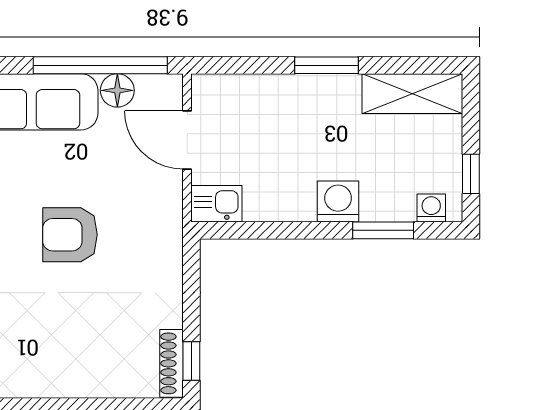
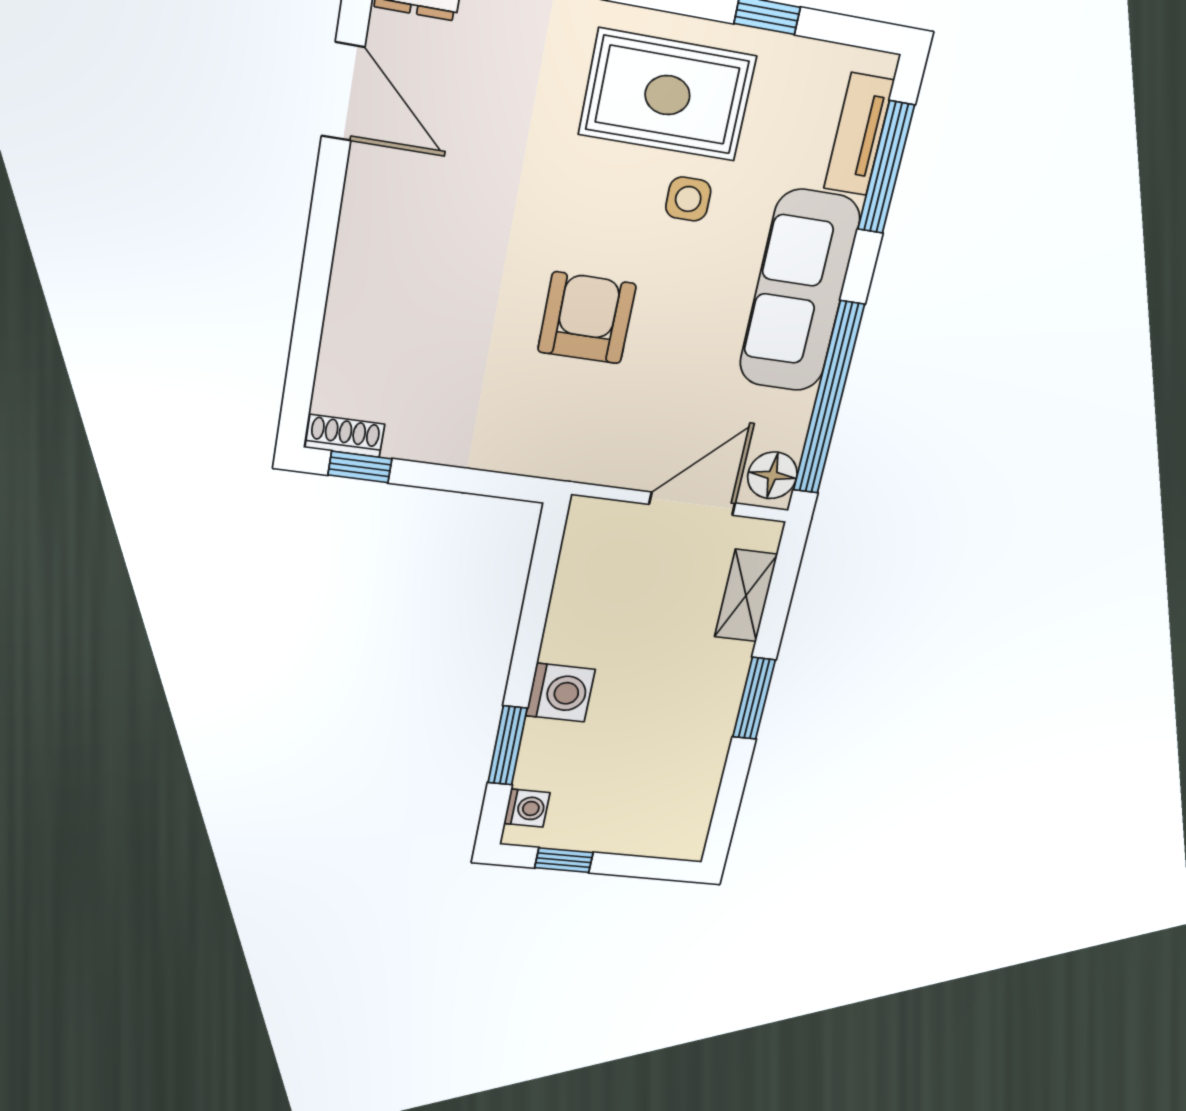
floor lamp: (117, 90) -> (772, 475), moved
shelving: (412, 94) -> (746, 596), moved, width x0.67, depth x0.75
kitchen sink: (217, 204) -> (591, 532), removed
shoe rack: (171, 363) -> (345, 436), width x0.70

